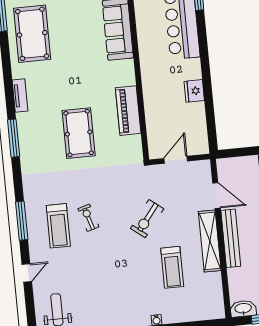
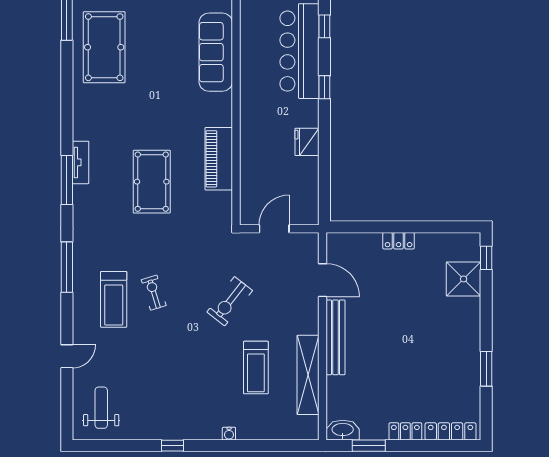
window: (203, 48) -> (324, 87), added
tv unit: (20, 96) -> (81, 162), moved
window: (22, 221) -> (67, 267), moved
shelving: (210, 241) -> (308, 375), moved

